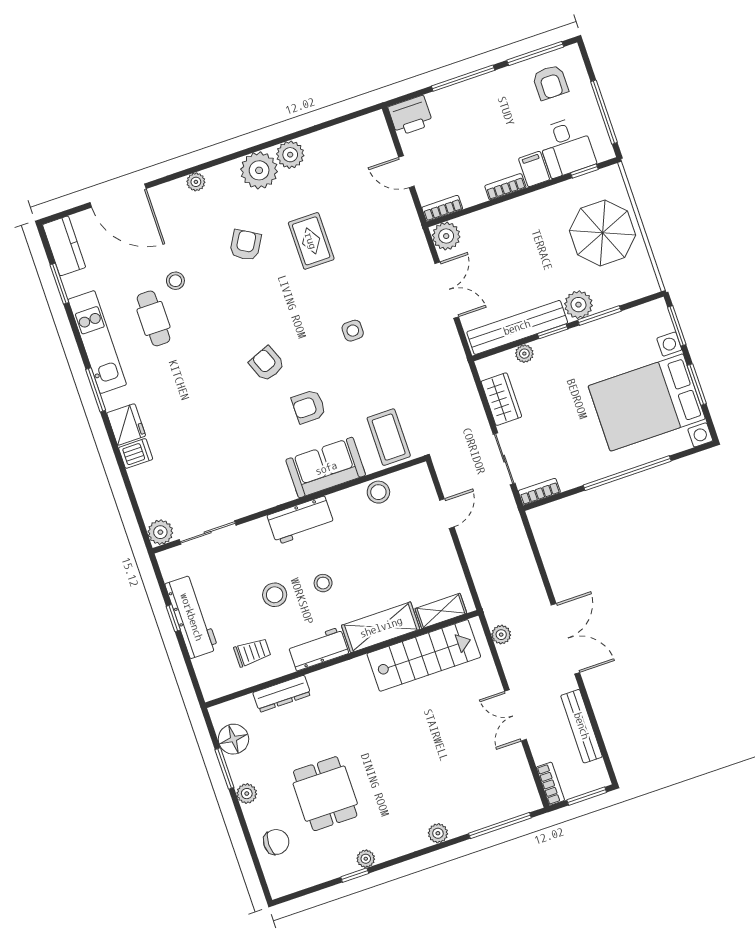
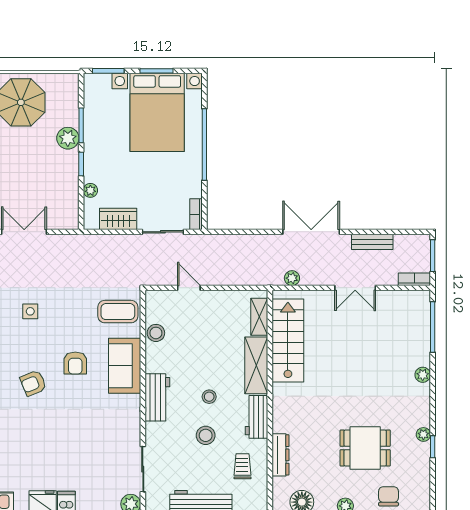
bench: (517, 327) -> (69, 189), removed
bench: (582, 726) -> (372, 242), width x0.73

